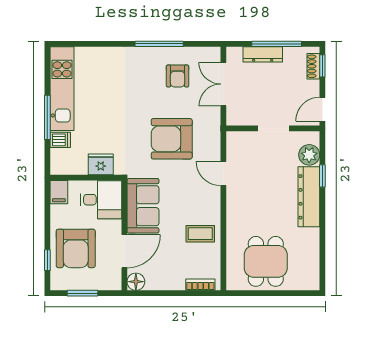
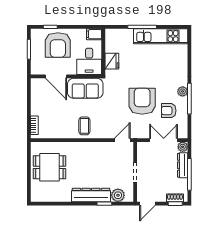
plant: (234, 54) -> (183, 147), added
plant: (148, 55) -> (183, 91), added
door: (322, 109) -> (147, 204), swing flipped
armchair: (172, 139) -> (142, 101), moved
dishwasher: (60, 140) -> (128, 35), removed
door: (223, 174) -> (122, 140), moved
coffee table: (200, 234) -> (84, 126), moved
armchair: (76, 248) -> (58, 45), turned -90
floor lamp: (136, 282) -> (36, 84), removed

